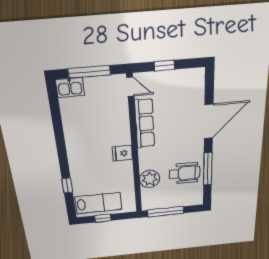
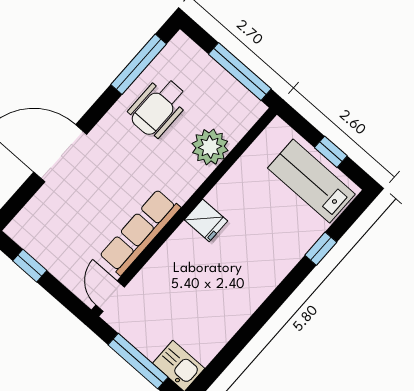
window: (164, 66) -> (30, 266), moved
window: (208, 169) -> (139, 64), moved
wheelchair: (185, 173) -> (158, 107), turned -90

